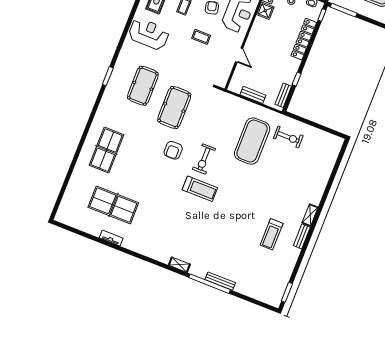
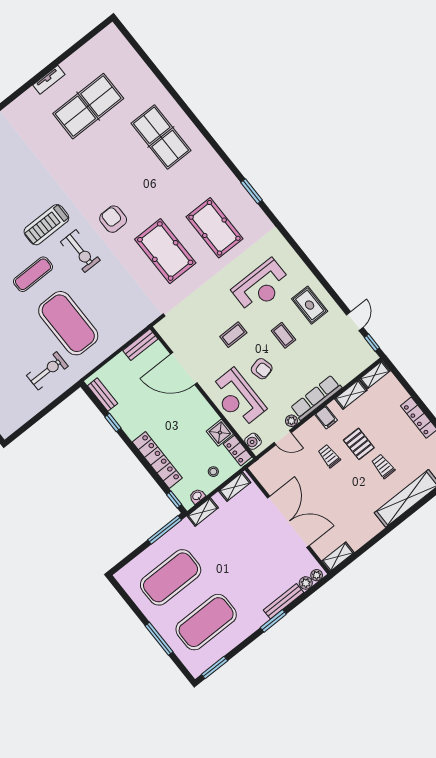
reception desk: (149, 34) -> (261, 286), moved
door: (239, 55) -> (184, 369), width x1.88
bench: (253, 95) -> (140, 345), moved
exercise bike: (288, 137) -> (47, 371), turned 180
exercise bike: (204, 159) -> (80, 251), turned 180
exercise mat: (235, 180) -> (33, 274), added

